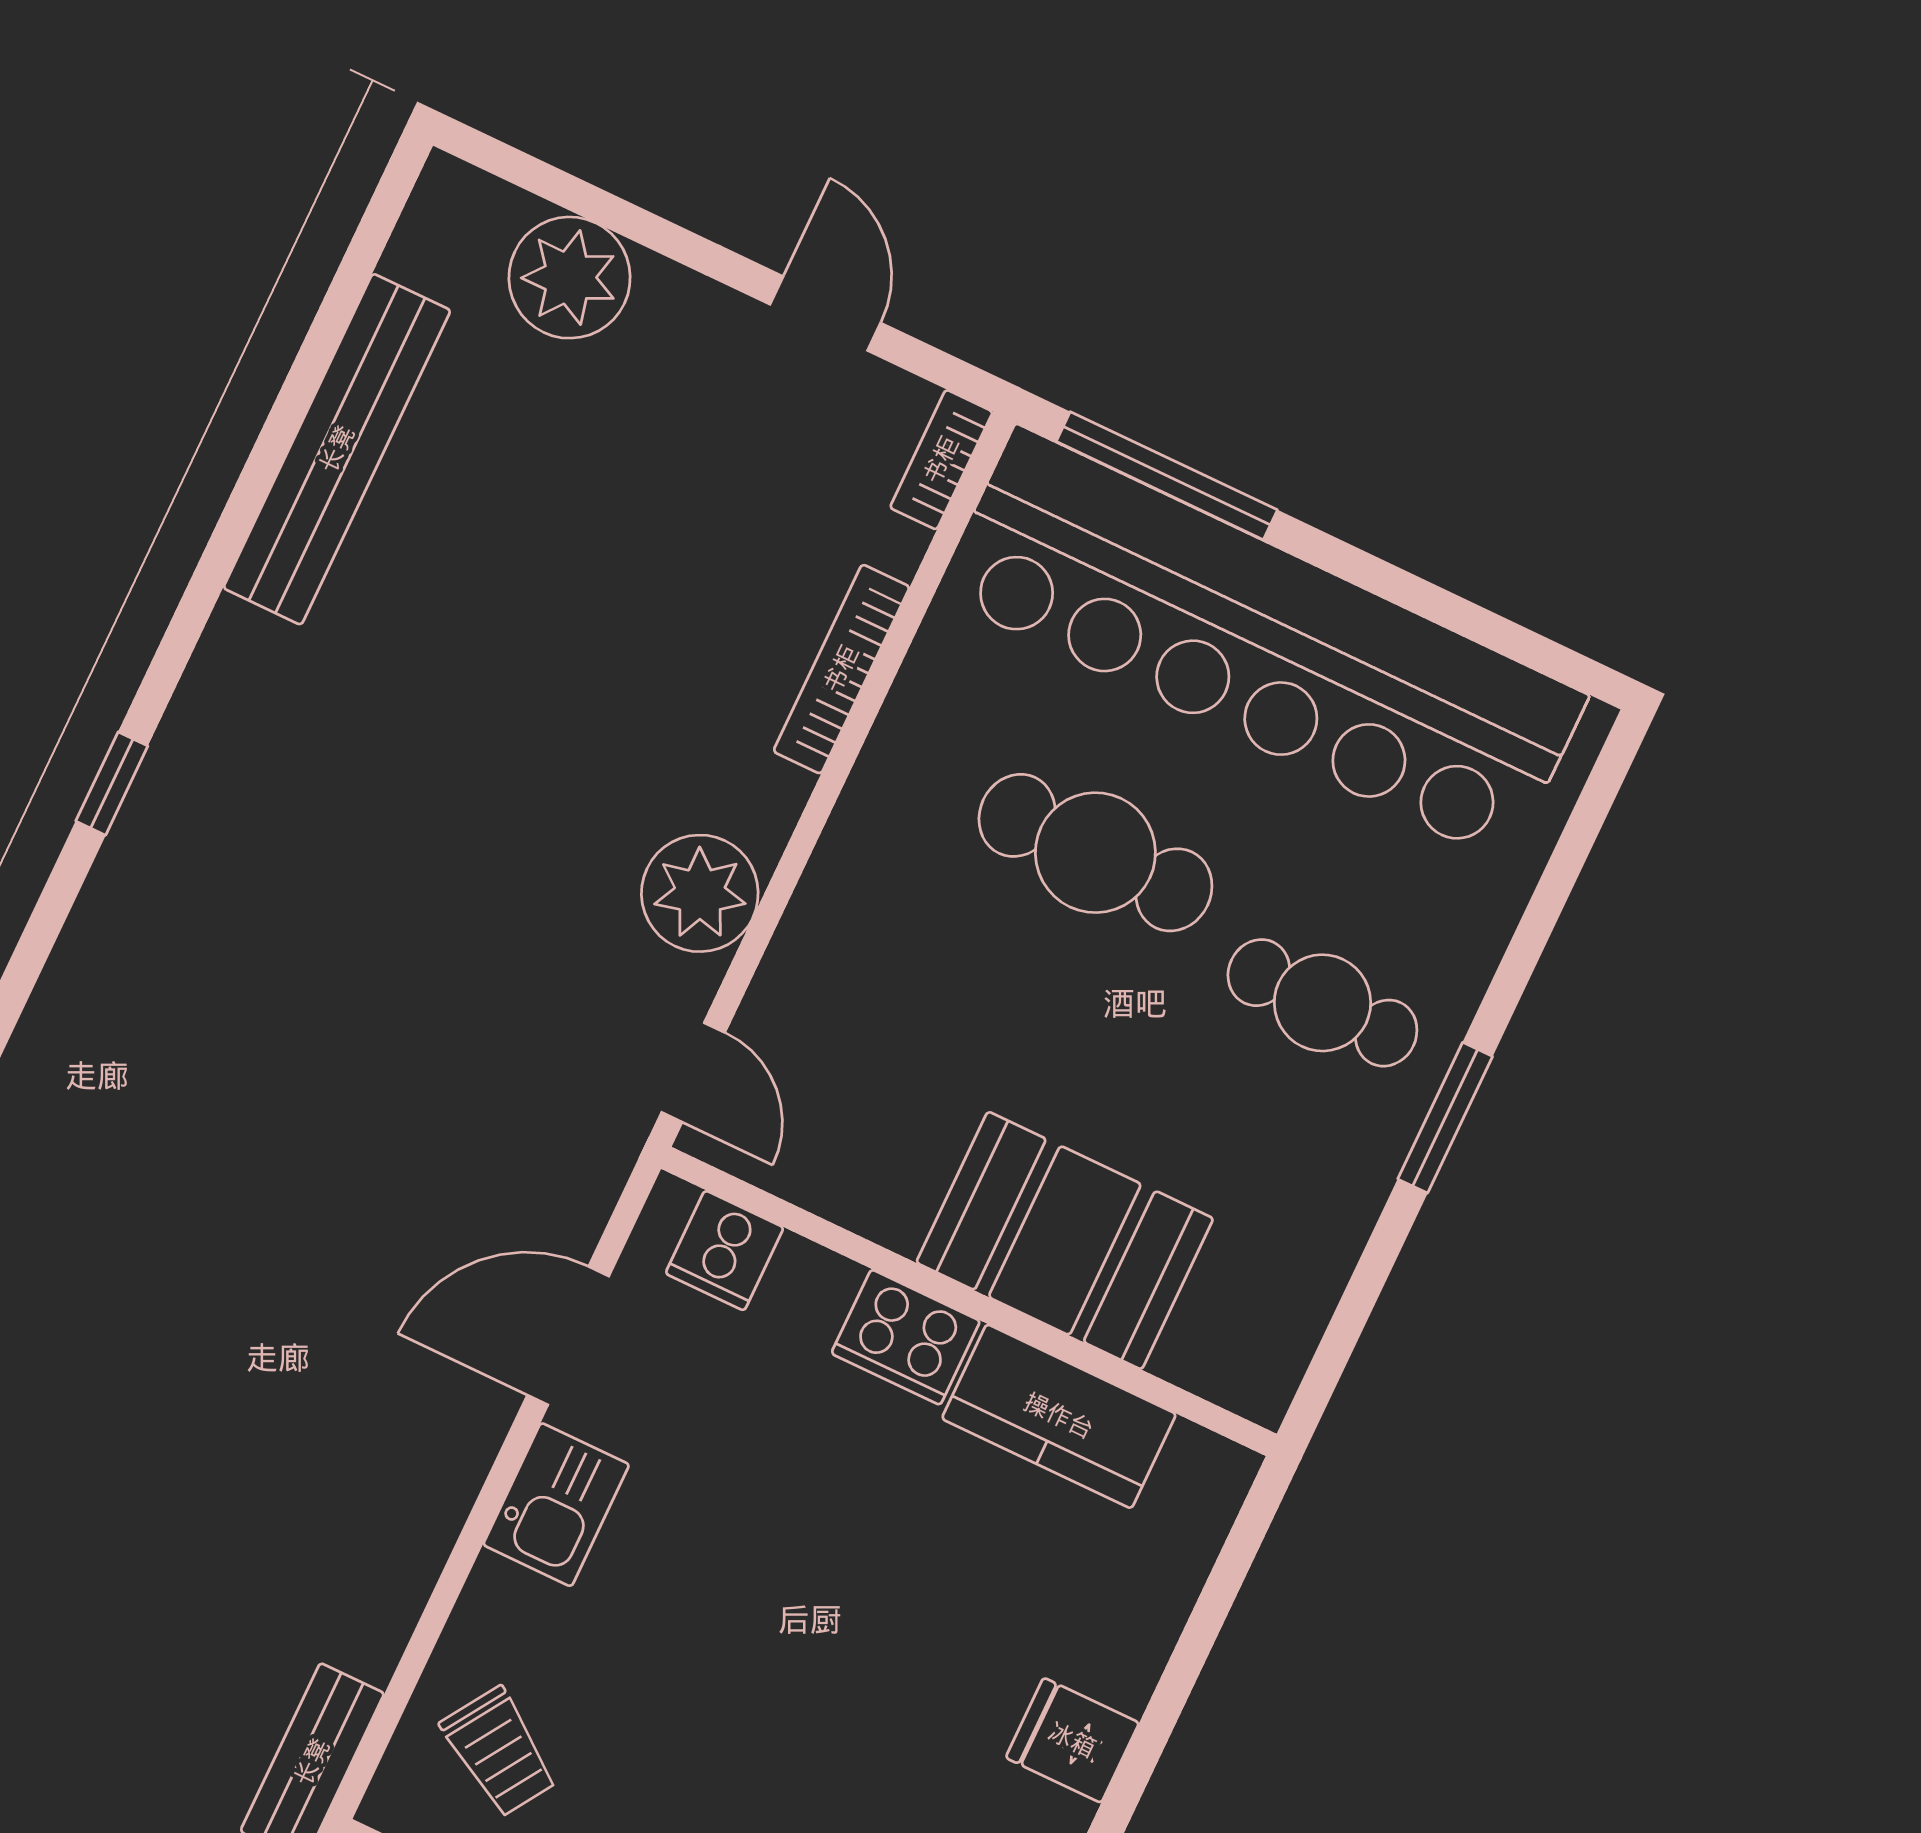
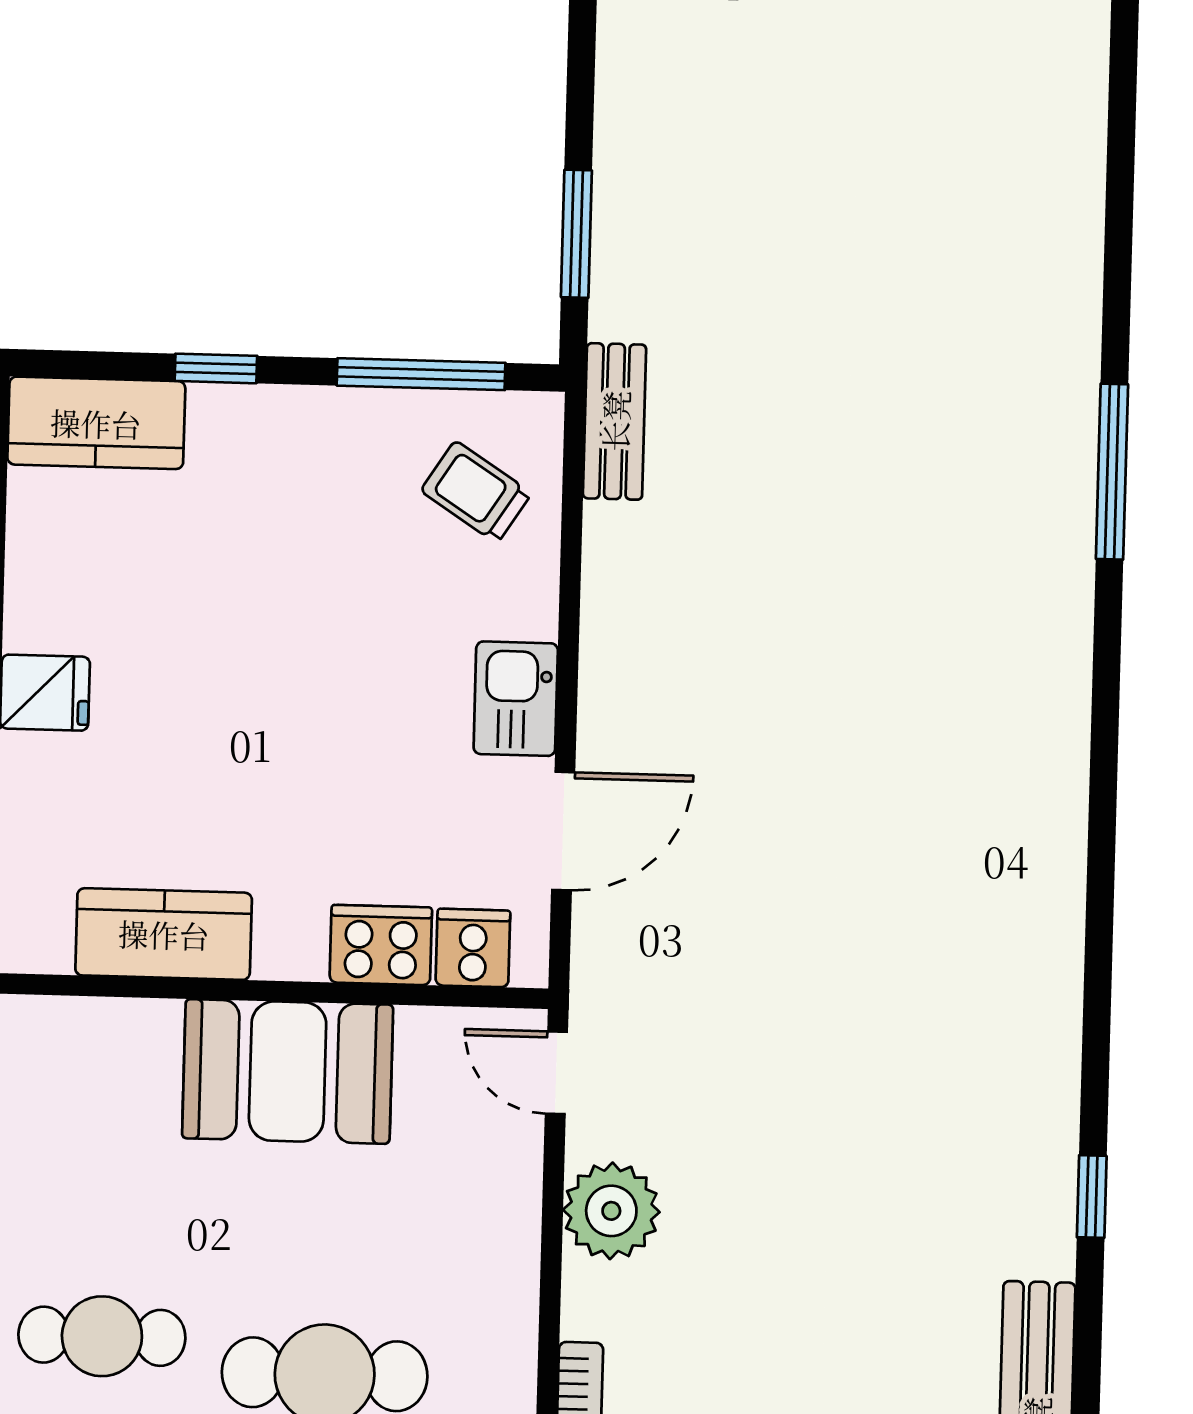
window: (112, 784) -> (1092, 1197), moved
booth: (1065, 1240) -> (288, 1071), moved
cooker: (906, 1337) -> (381, 945), moved

